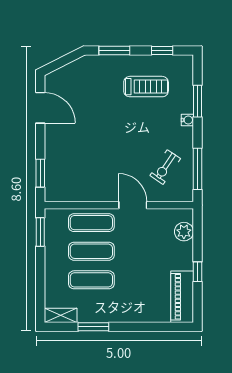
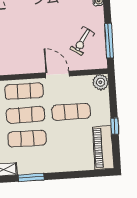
plant: (184, 232) -> (101, 82), moved
exercise mat: (146, 251) -> (71, 112), added

